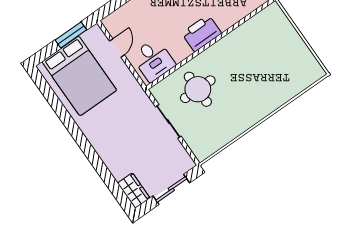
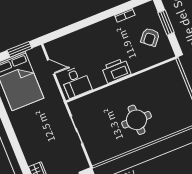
door: (117, 48) -> (51, 67), hinge flipped
round table: (198, 89) -> (137, 120), moved

